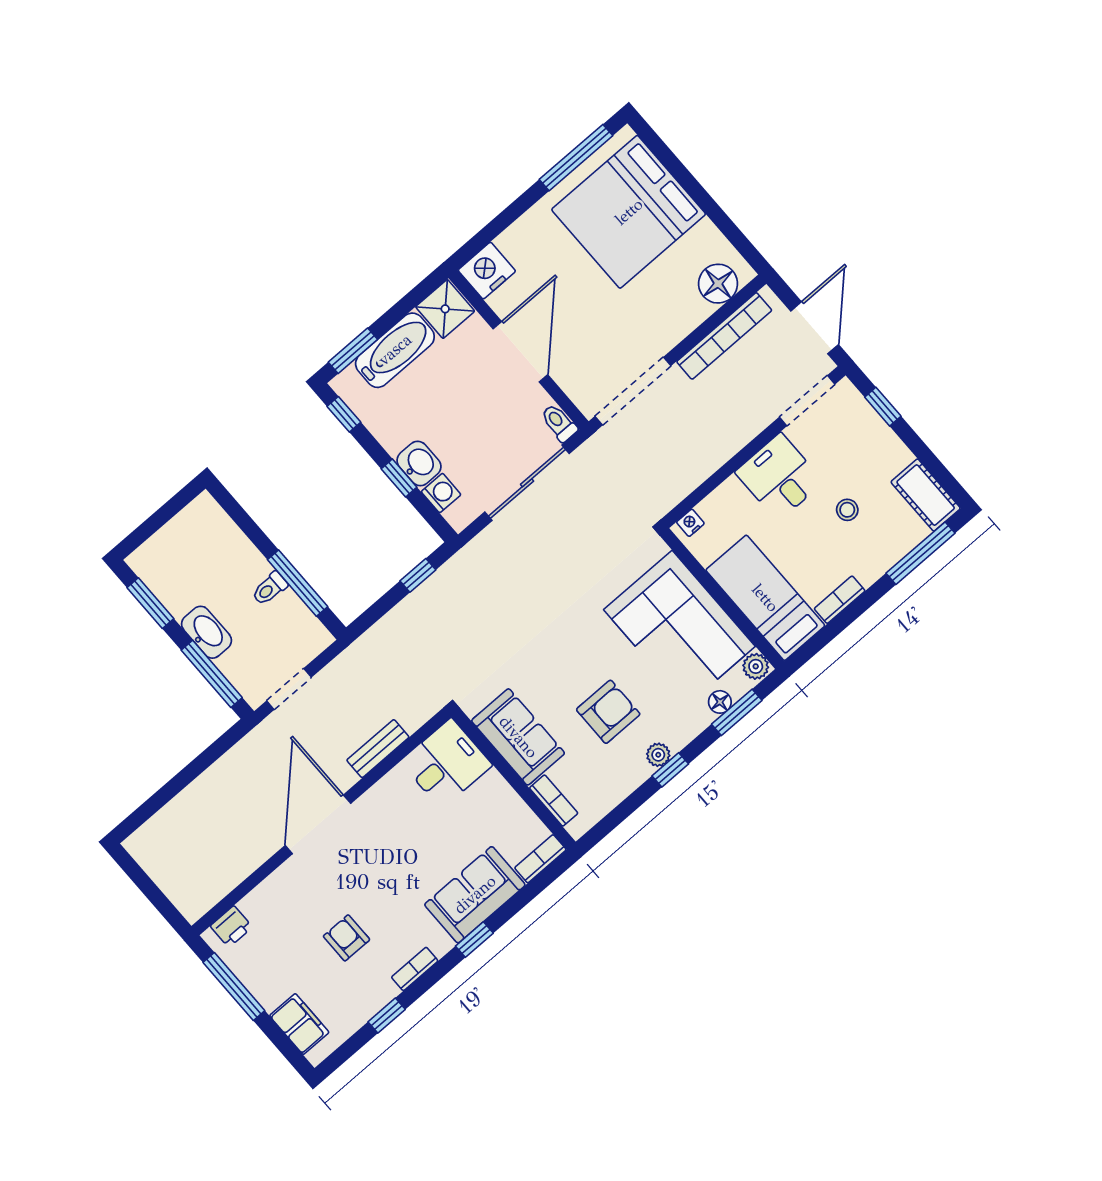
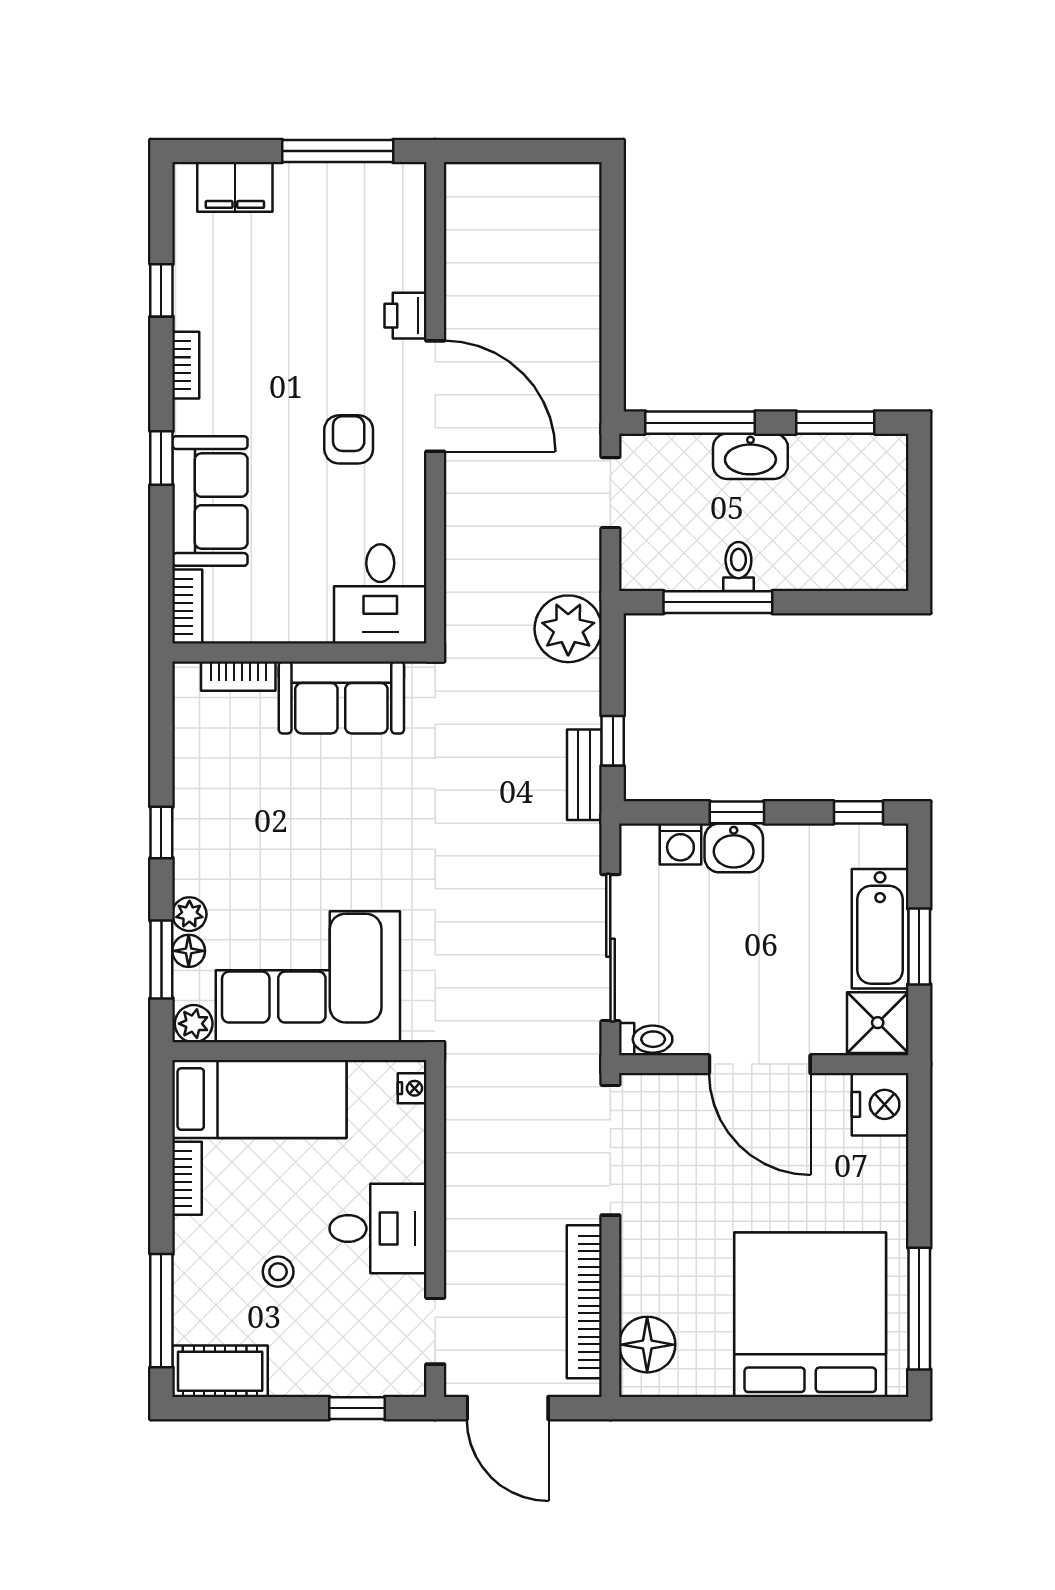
window: (353, 351) -> (919, 946), moved
doorway: (807, 401) -> (435, 1331), width x0.73
plant: (379, 649) -> (568, 629), added
armchair: (608, 712) -> (284, 820), removed
bench: (378, 749) -> (584, 775), moved
plant: (658, 755) -> (189, 914), moved
printer: (231, 927) -> (406, 316), moved
armchair: (346, 938) -> (349, 439), moved, turned -90

